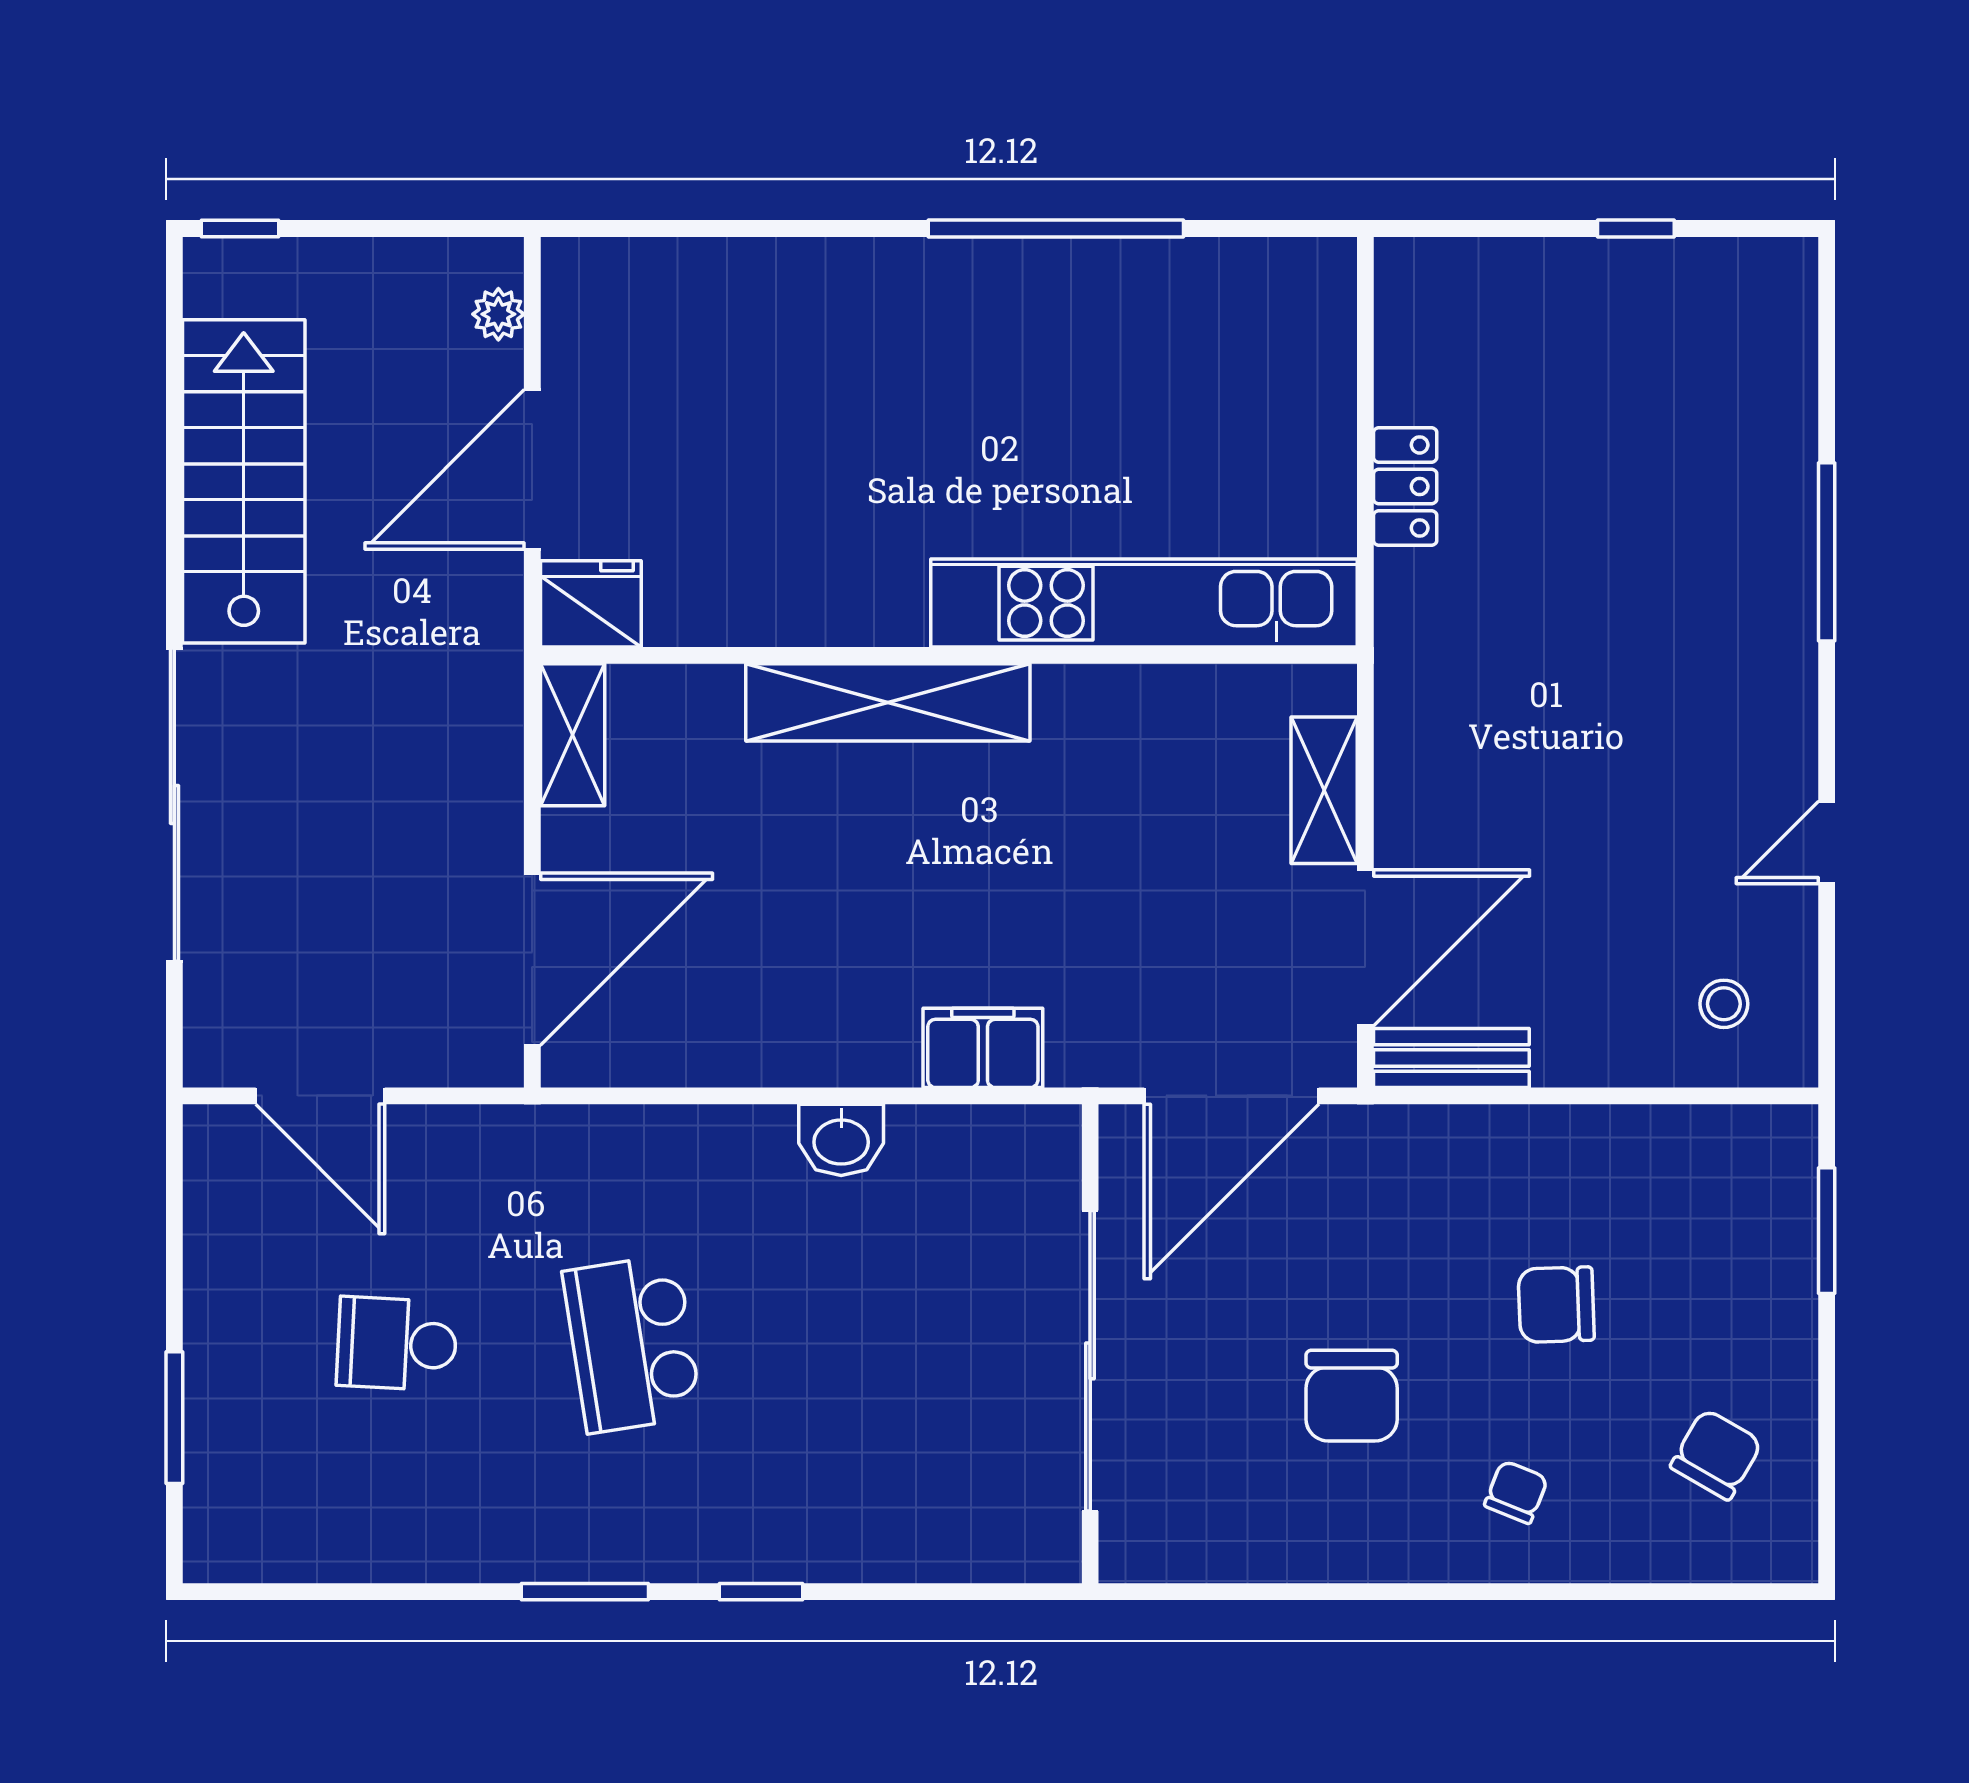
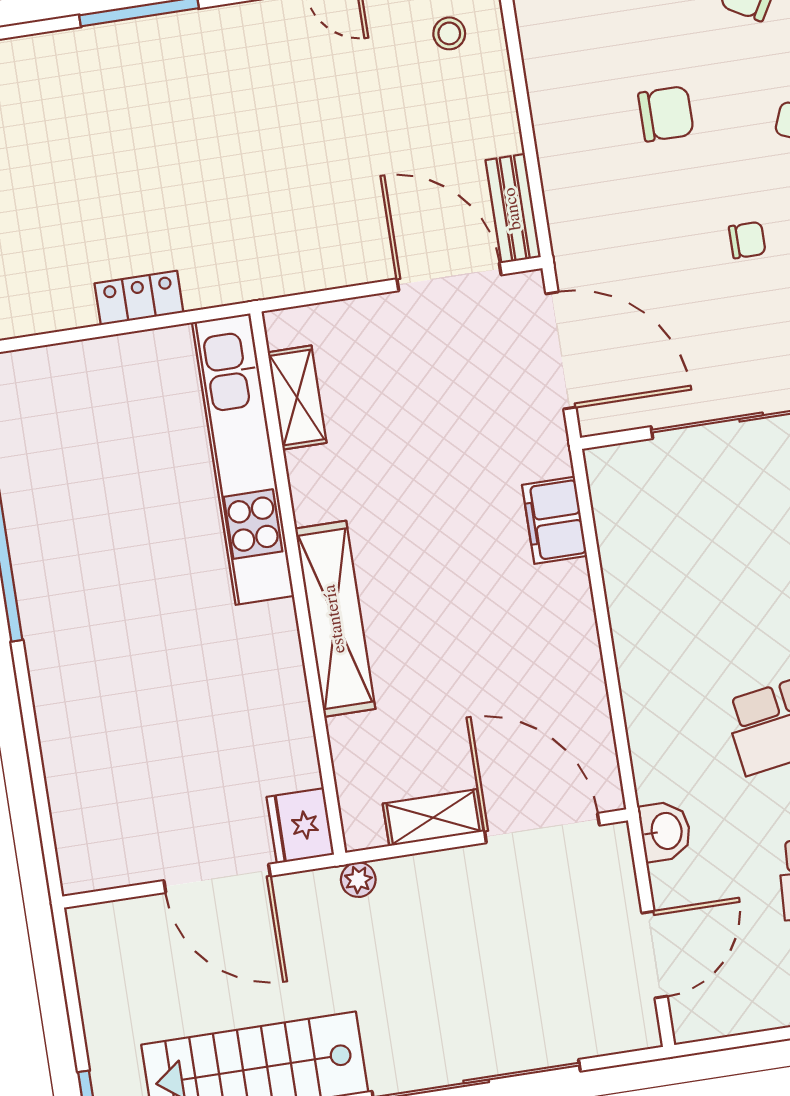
plant: (498, 314) -> (358, 880), moved
shelving: (573, 735) -> (433, 818), moved
shelving: (1324, 790) -> (297, 398), moved, turned 90
washbasin: (841, 1140) -> (665, 831), moved
chair: (1556, 1305) -> (666, 114), turned -88
chair: (1352, 1396) -> (747, 240), width x0.54, depth x0.54

